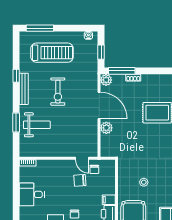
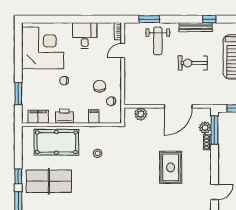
plant: (106, 80) -> (205, 128), moved
window: (16, 122) -> (149, 19), moved
plant: (106, 128) -> (141, 114), moved
door: (82, 158) -> (123, 51), moved
filing cabinet: (109, 200) -> (94, 117), moved

